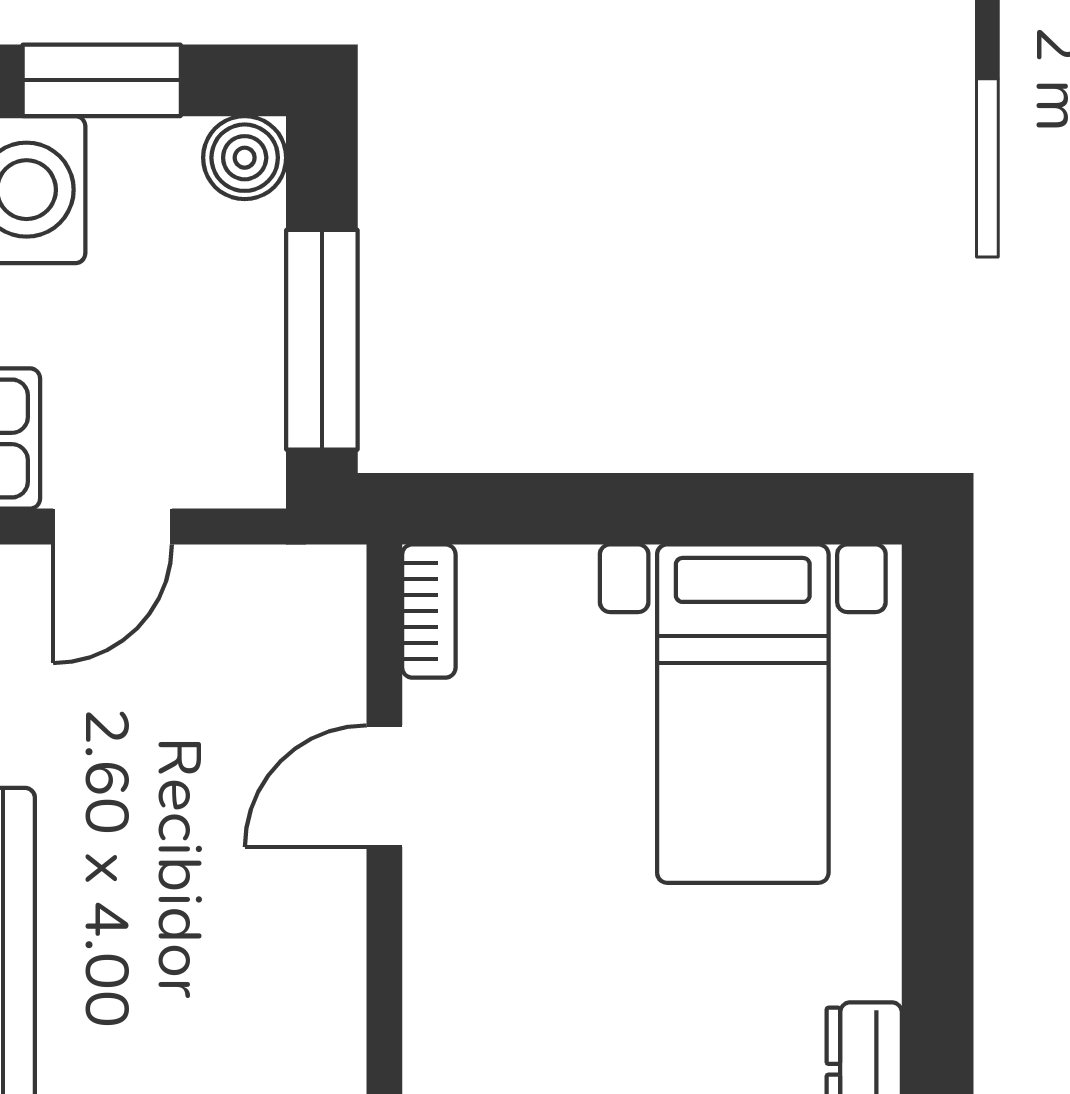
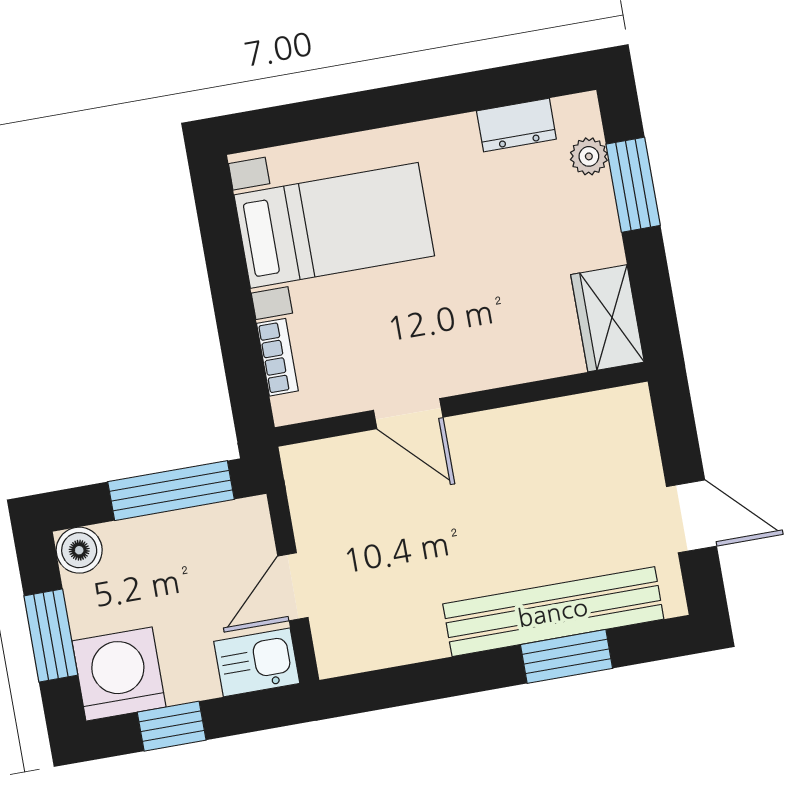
door: (113, 527) -> (293, 587), swing flipped
bookcase: (429, 611) -> (277, 357), moved, turned 90

